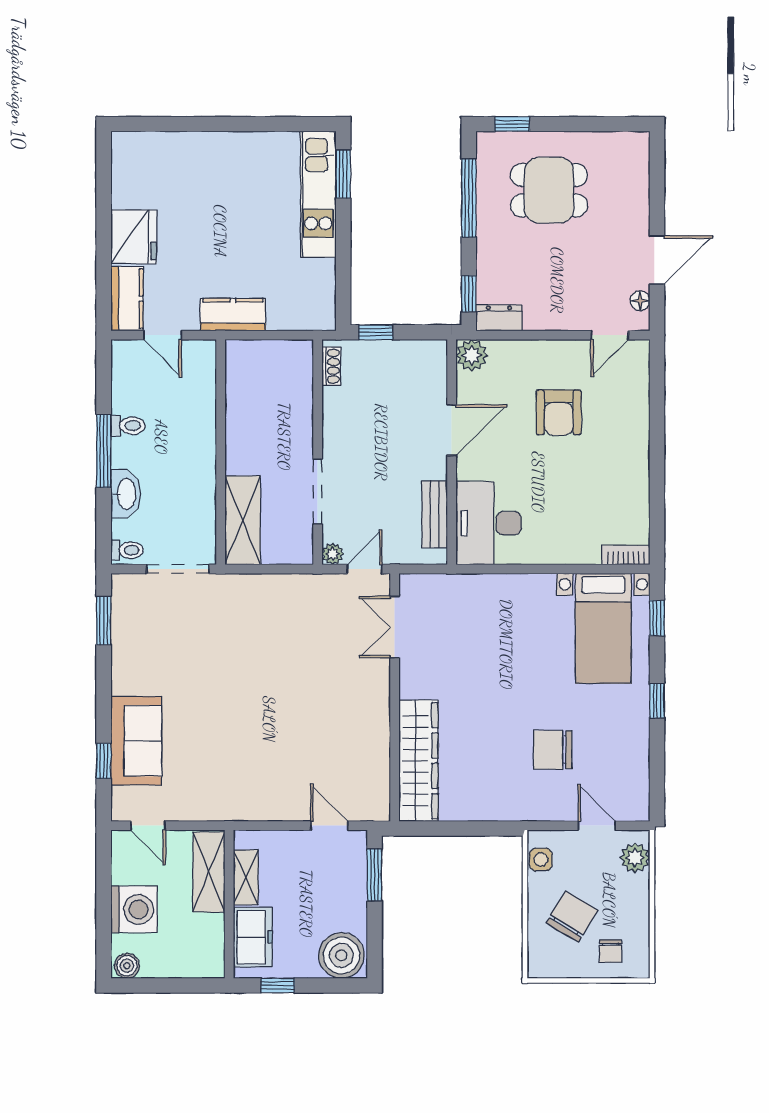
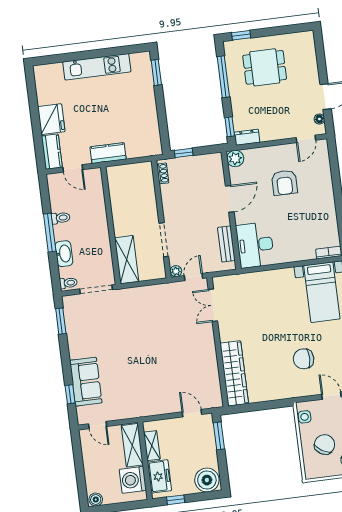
kitchen unit: (318, 194) -> (97, 67), moved, turned -90
washing machine: (134, 909) -> (133, 480), moved, turned 180

